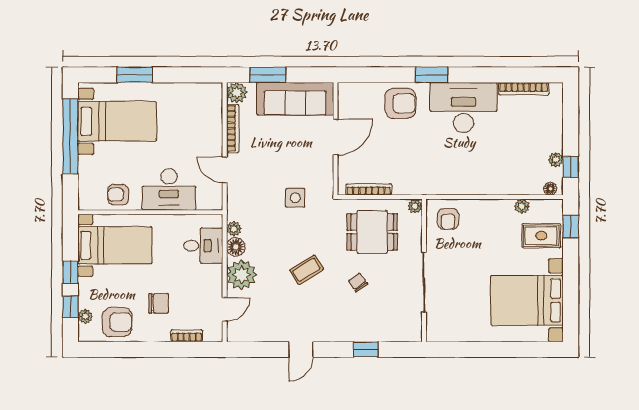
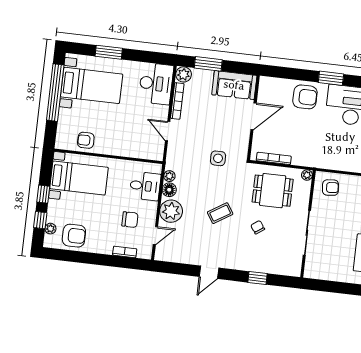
sofa: (295, 99) -> (234, 85), width x0.73
desk: (169, 189) -> (156, 84), moved, turned -90
armchair: (448, 219) -> (330, 188), turned -95
chair: (159, 303) -> (130, 220), moved

